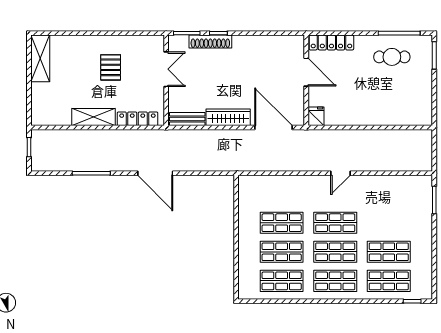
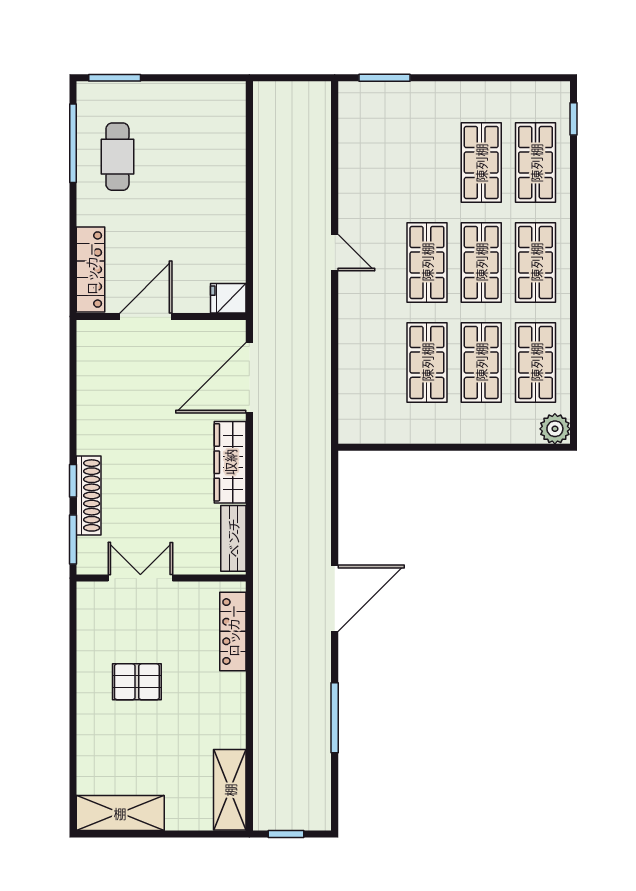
shelving: (94, 117) -> (230, 790), moved
plant: (246, 291) -> (555, 429), added

